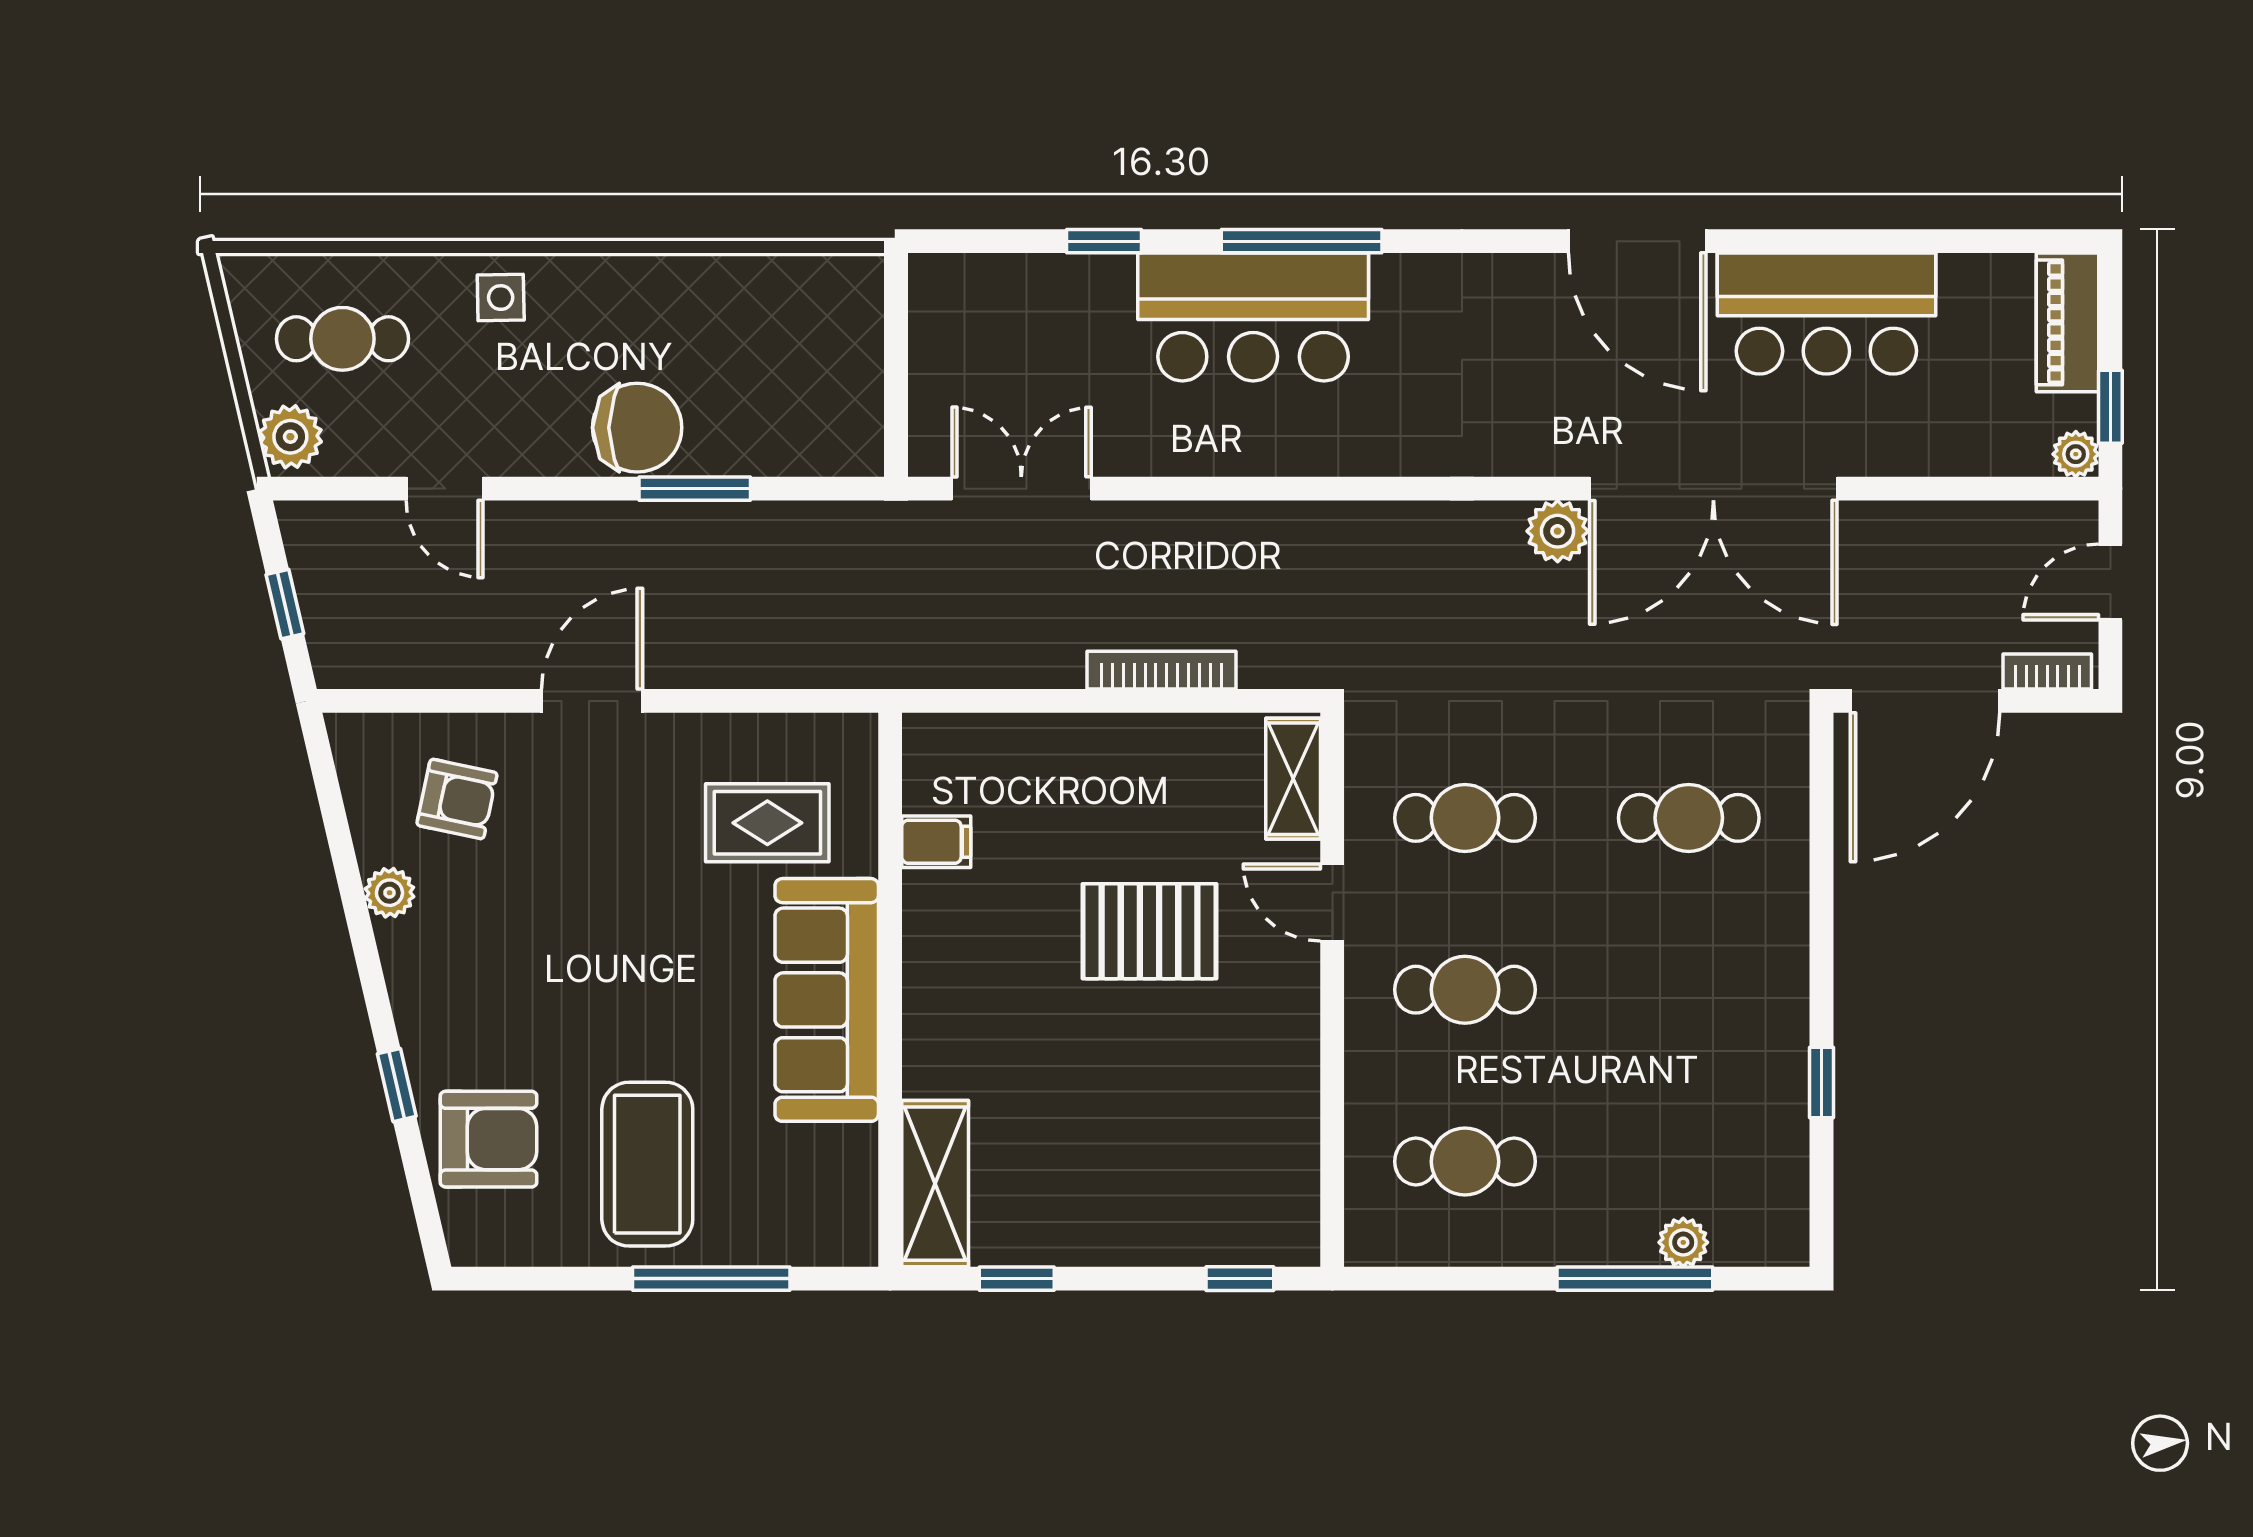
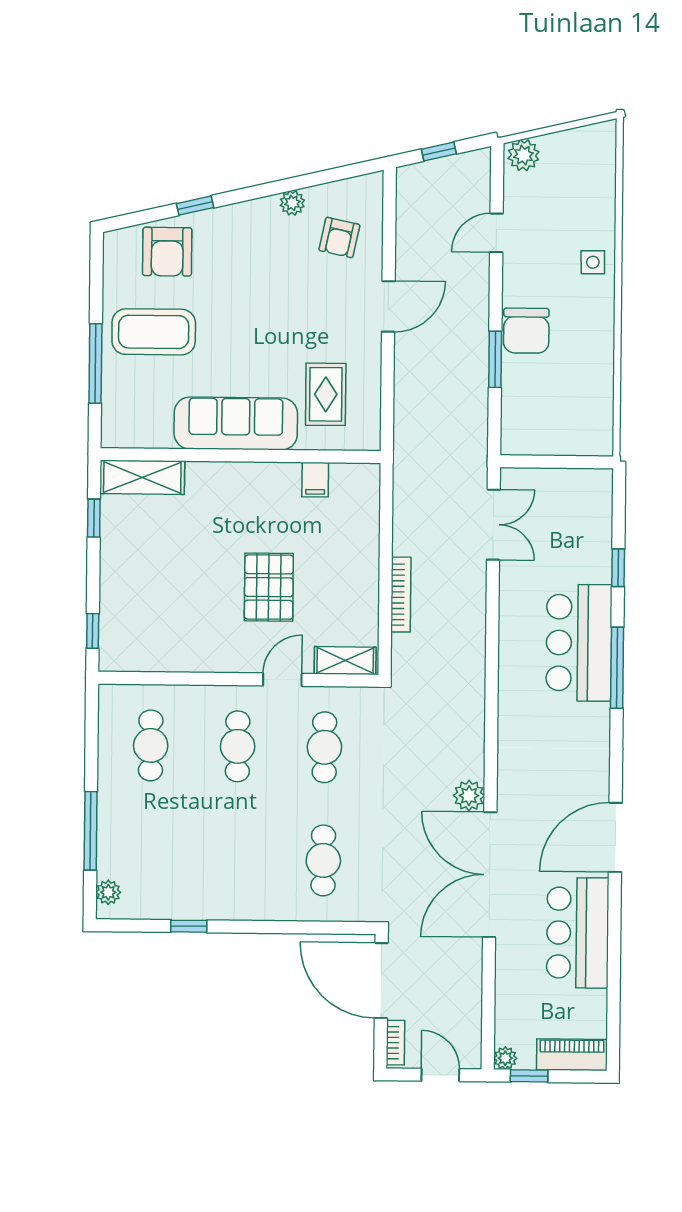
cafe table: (342, 339) -> (573, 182), removed
door: (592, 701) -> (388, 306), hinge flipped
plant: (1683, 1242) -> (108, 892), moved

